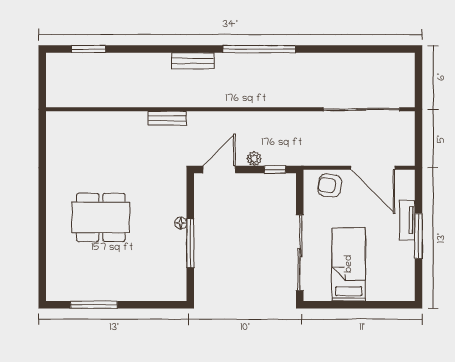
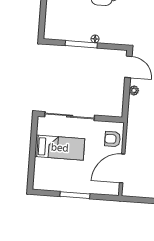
window: (275, 170) -> (126, 104), removed
armchair: (330, 186) -> (113, 139), turned -98
tv unit: (407, 220) -> (86, 188), removed

